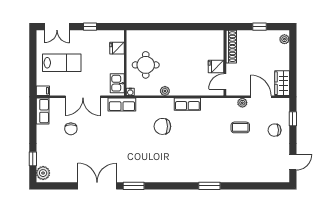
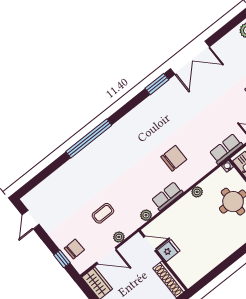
door: (225, 81) -> (150, 244), hinge flipped
plant: (212, 103) -> (146, 215), added
chair: (275, 130) -> (74, 249), moved
window: (209, 186) -> (89, 138), width x2.11

